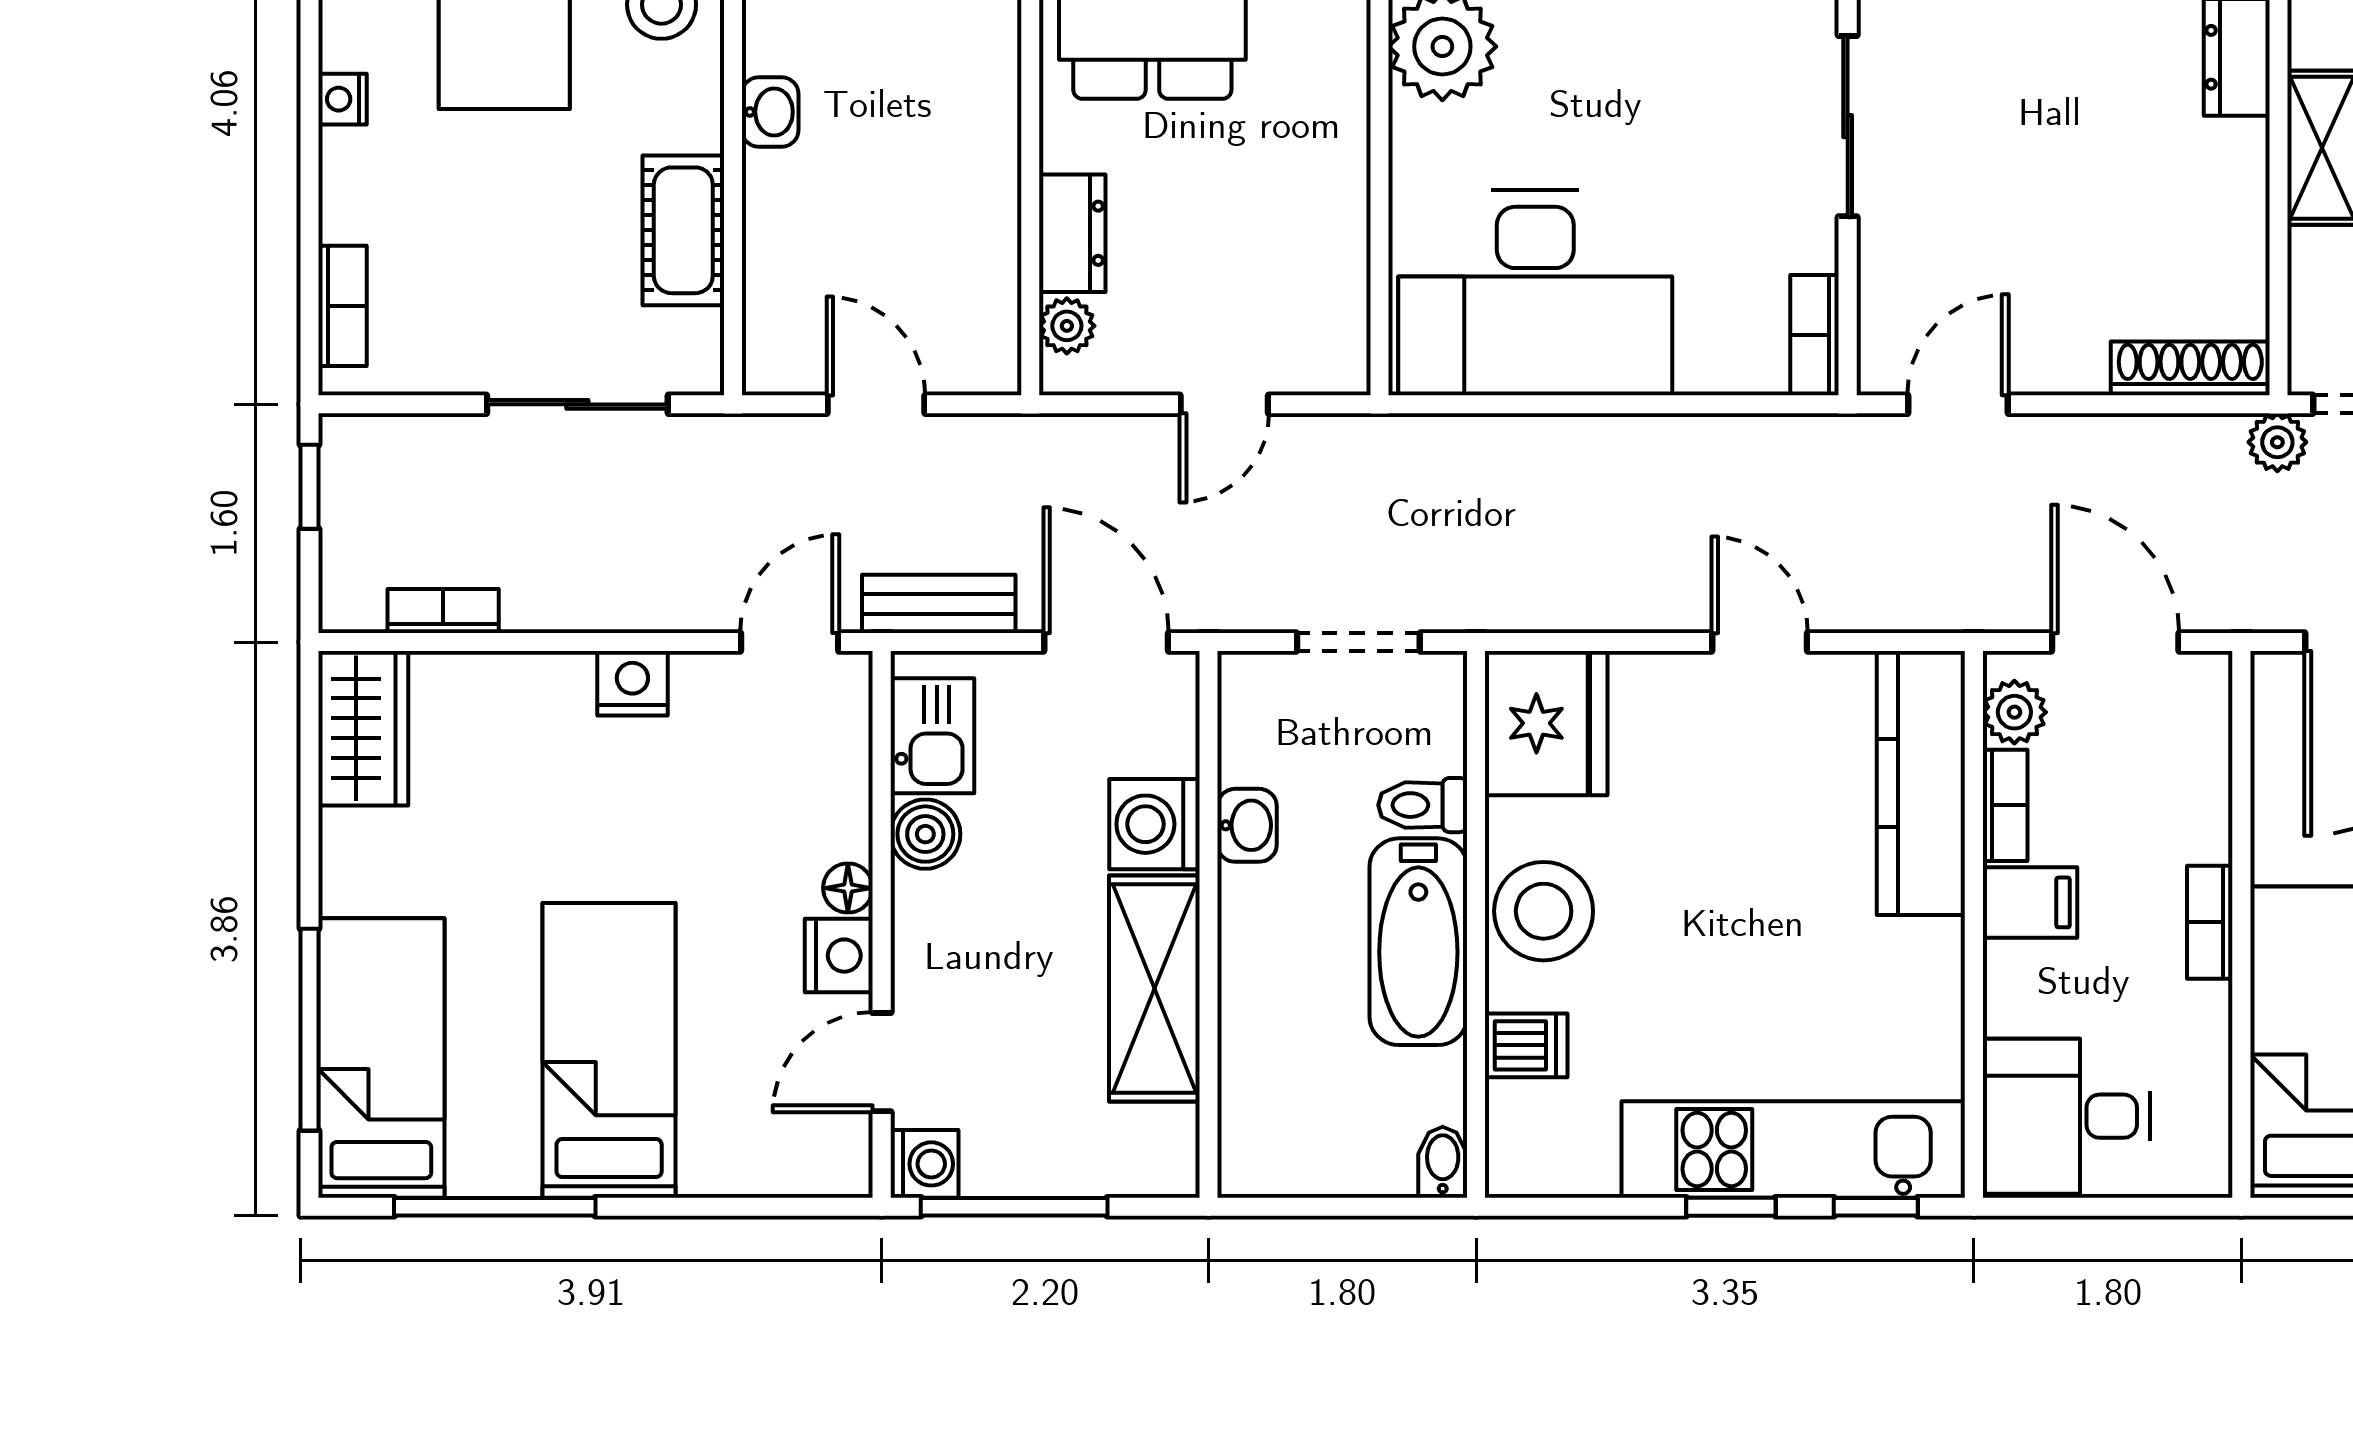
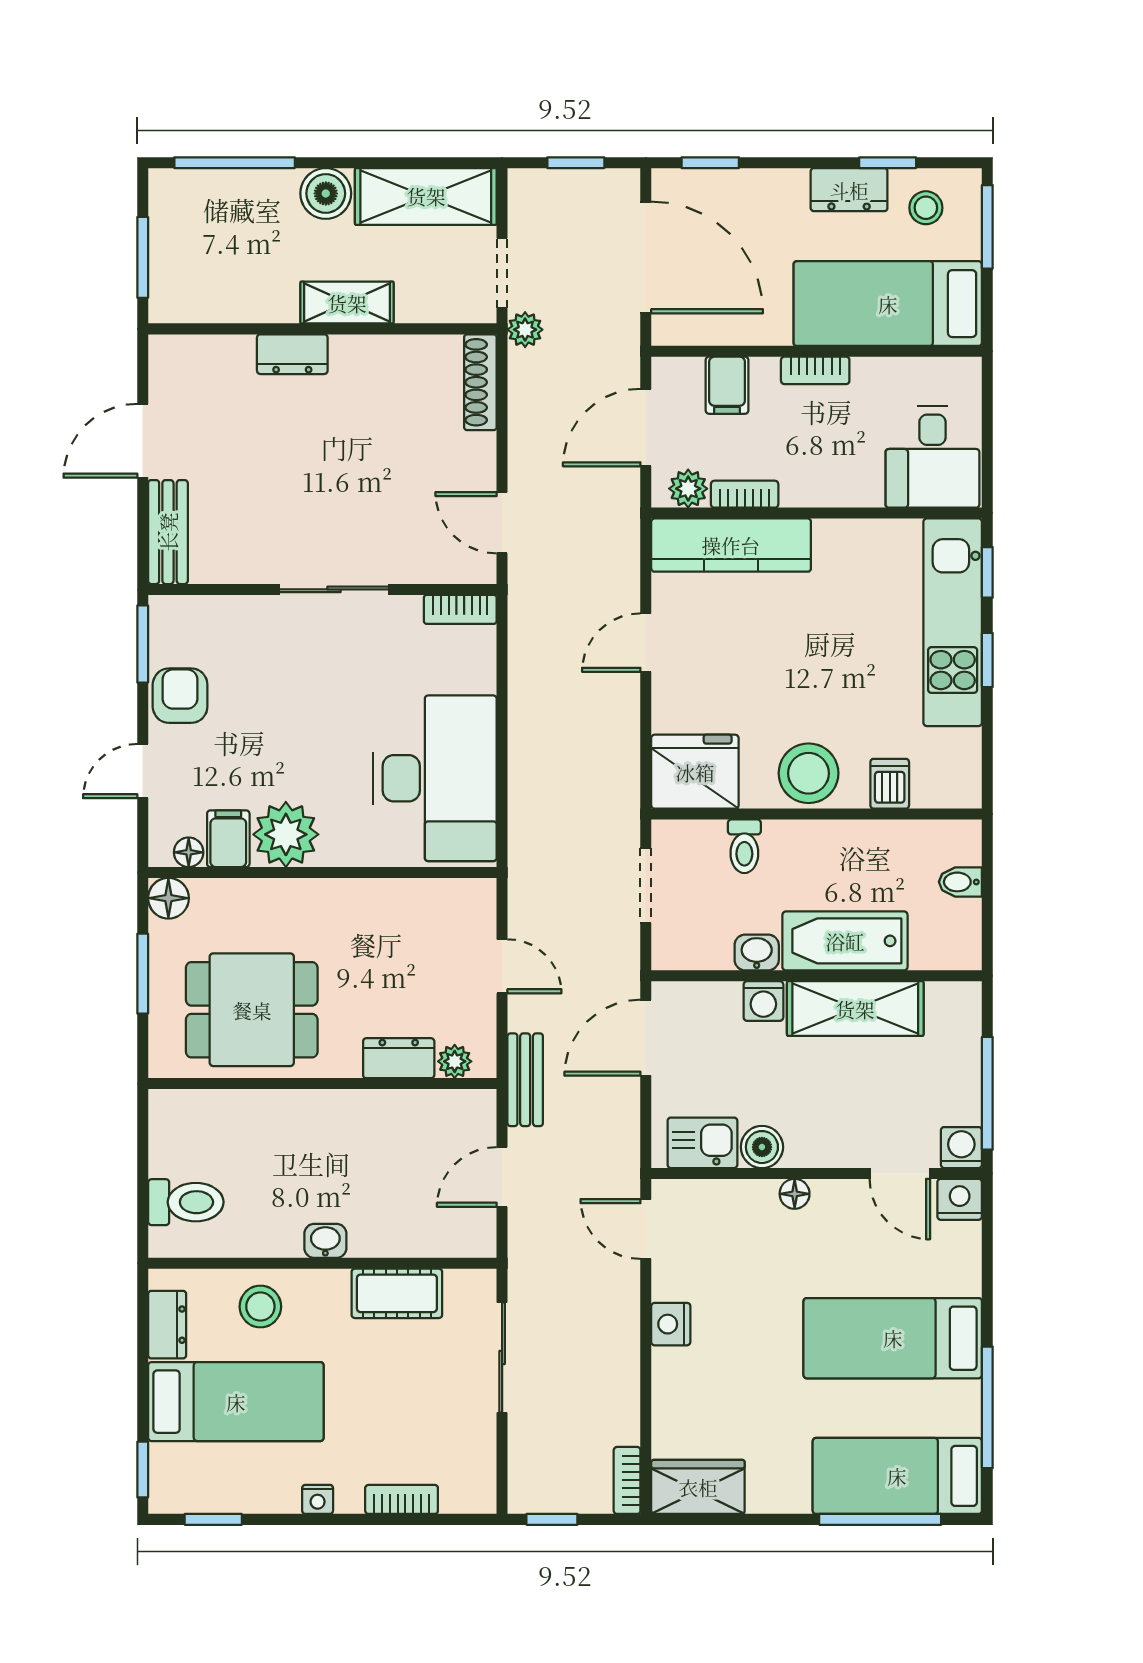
bookcase: (342, 306) -> (402, 1499), moved
bench: (939, 604) -> (525, 1080), moved
bookcase: (443, 611) -> (627, 1480), moved
washing machine: (1154, 824) -> (763, 1001), width x0.73, depth x0.73
filing cabinet: (2030, 902) -> (727, 385), moved, turned 180
bathtub: (1418, 942) -> (845, 941), moved, turned 180
nightstand: (839, 956) -> (960, 1199), moved
bidet: (1443, 1162) -> (960, 882), moved

